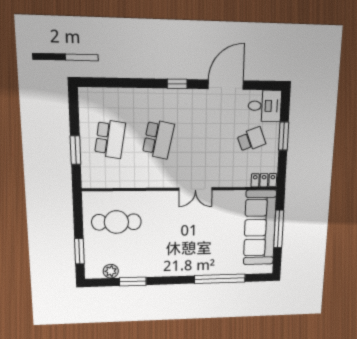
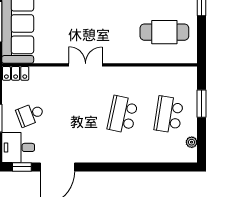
window: (177, 84) -> (22, 167), moved
plant: (85, 109) -> (192, 142), added

